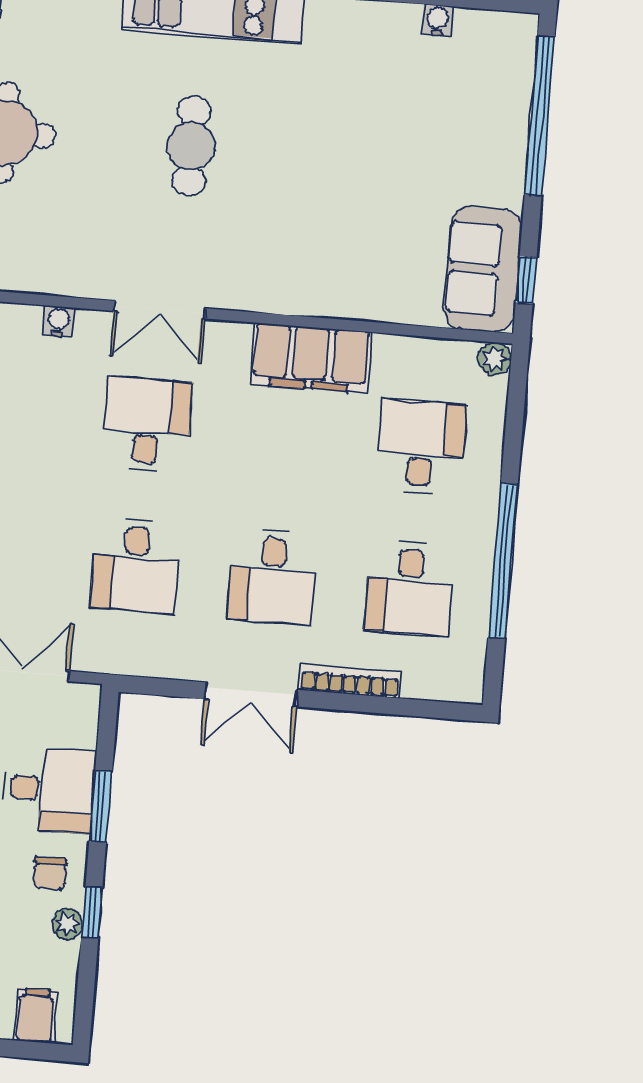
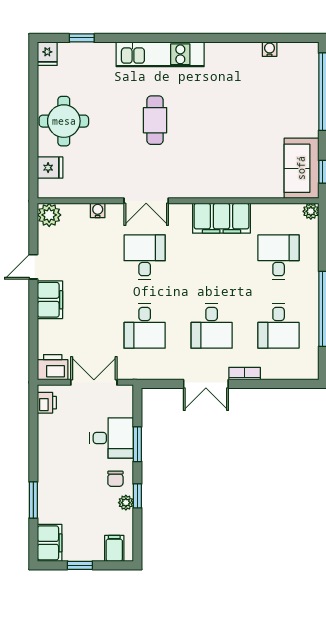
bookcase: (350, 681) -> (245, 374), width x0.64

